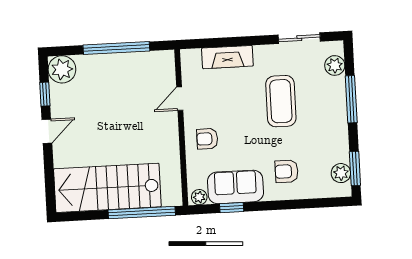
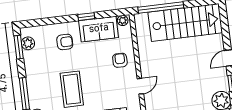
armchair: (207, 139) -> (120, 60), turned -90
window: (232, 208) -> (86, 17), moved

